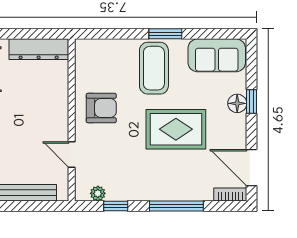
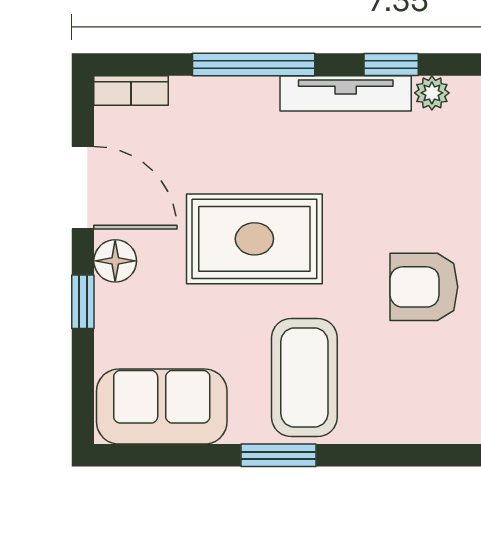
floor lamp: (237, 103) -> (115, 261), moved
door: (251, 168) -> (83, 188), moved
tv unit: (136, 193) -> (346, 93), added

